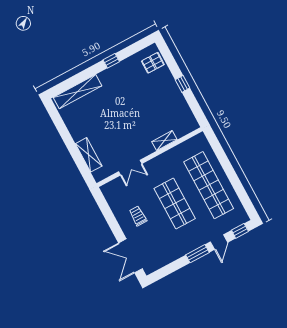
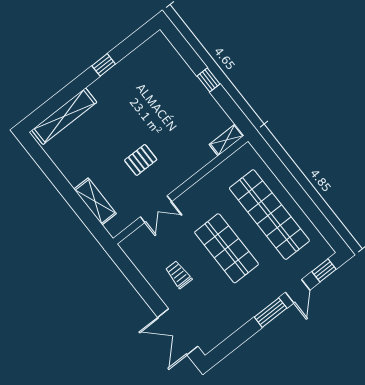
pallet: (153, 63) -> (141, 160), moved
shelving: (164, 141) -> (227, 140), moved

